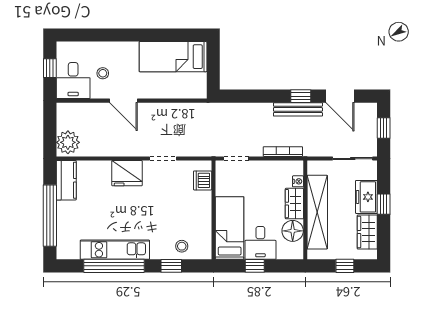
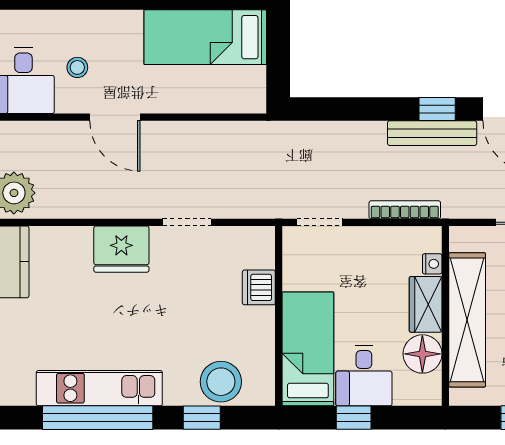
dishwasher: (203, 180) -> (259, 287), moved
stool: (182, 246) -> (221, 382), width x1.89, depth x1.89

